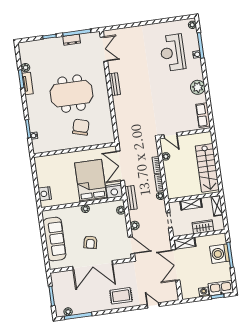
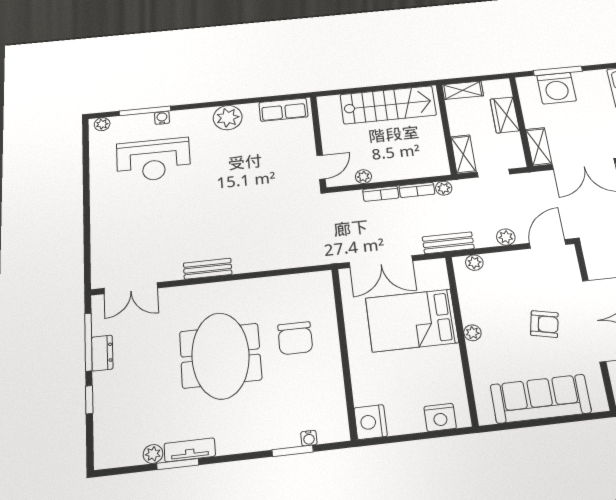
double door: (104, 49) -> (131, 288), swing flipped
chair: (81, 127) -> (295, 338), turned -106
nightstand: (114, 191) -> (371, 422), moved, turned 180
shelving: (191, 204) -> (463, 154), moved

